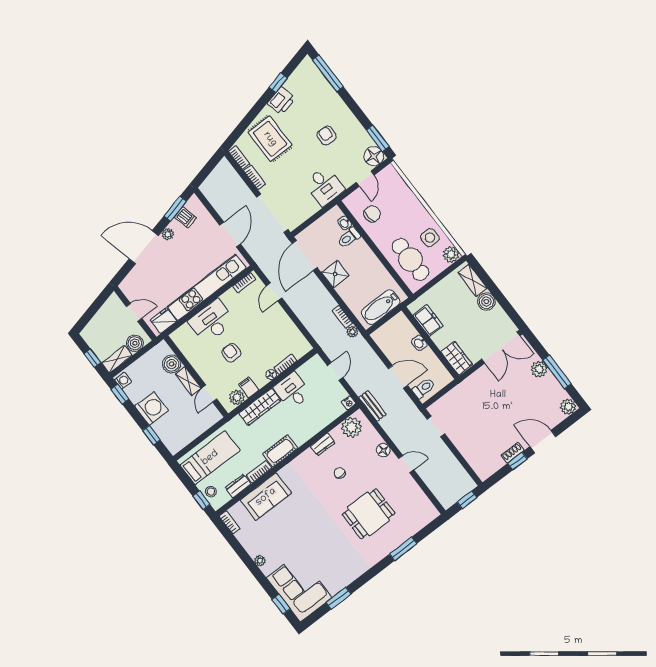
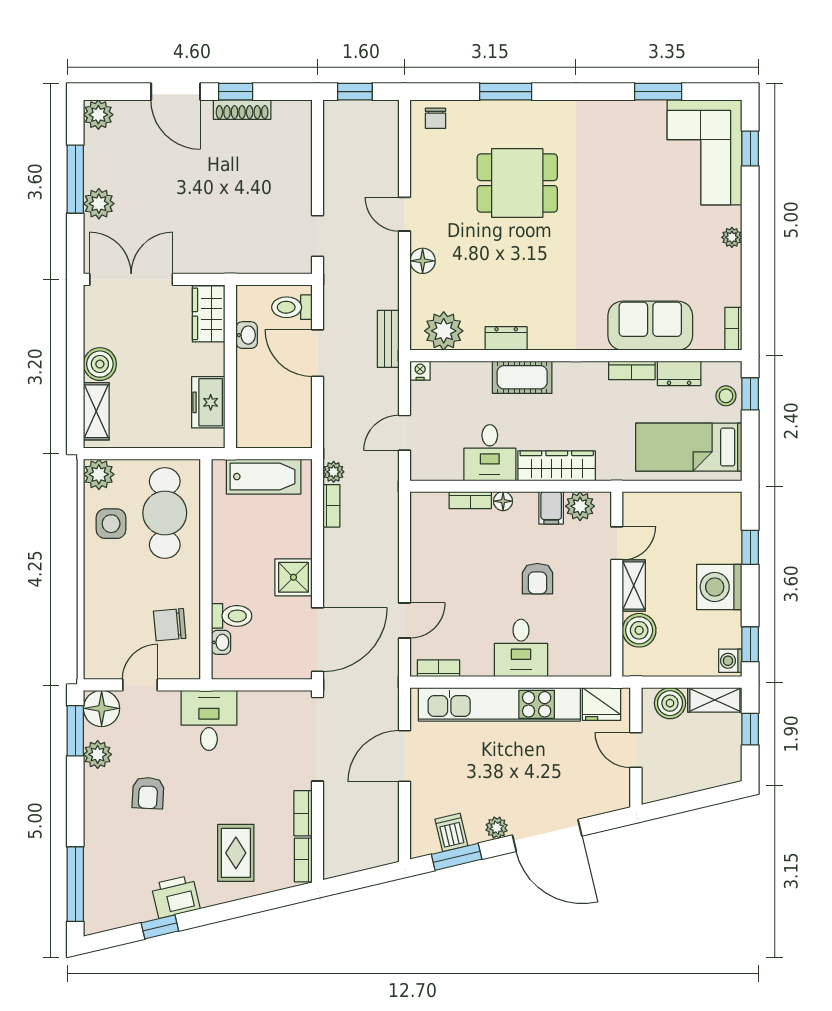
plant: (361, 135) -> (98, 754), added
rug: (270, 139) -> (236, 853), width x0.73, depth x0.70
desk: (212, 321) -> (521, 648), width x0.73
washbasin: (419, 343) -> (247, 335), moved
cot: (280, 451) -> (522, 377), moved
shoe rack: (513, 453) -> (242, 110), width x1.43
chair: (340, 473) -> (436, 118), moved

